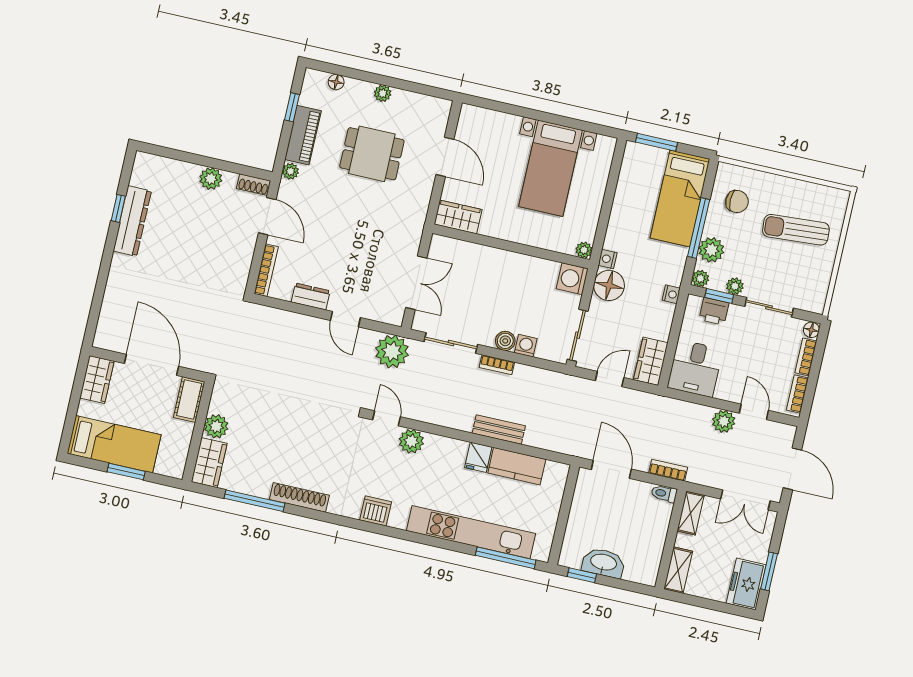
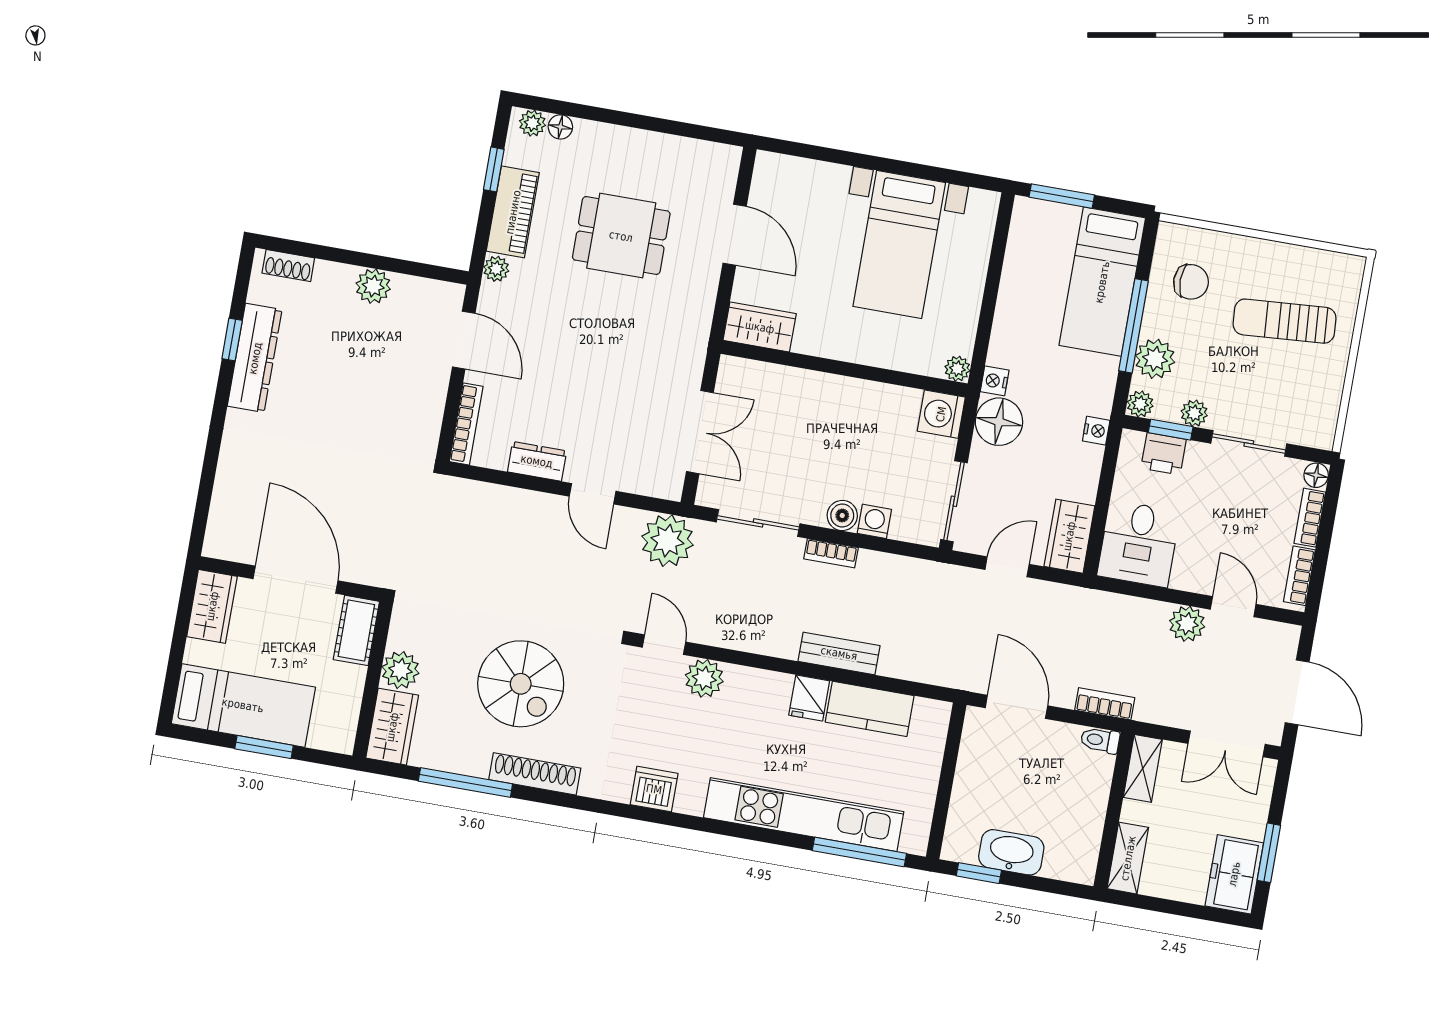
plant: (383, 93) -> (532, 123), moved
shoe rack: (254, 185) -> (288, 266), moved
spiral stairs: (293, 439) -> (521, 684), added

